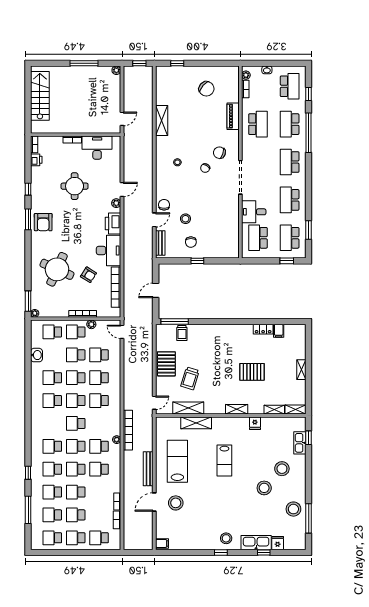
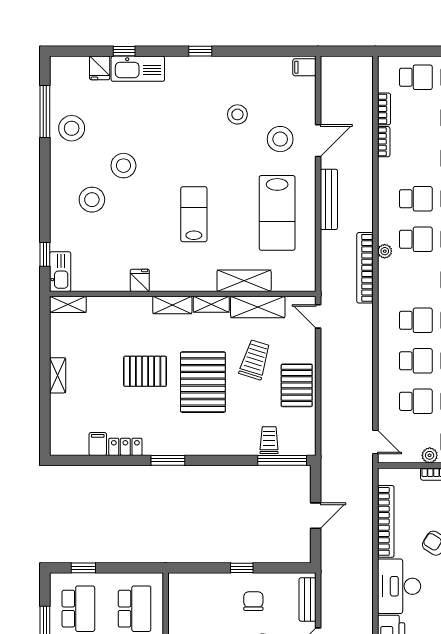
window: (239, 322) -> (168, 460), added
pallet: (219, 366) -> (203, 382), added
door: (154, 403) -> (318, 316), hinge flipped
shelving: (274, 410) -> (211, 304), moved
kitchen sink: (300, 443) -> (60, 272), moved
stool: (226, 538) -> (237, 114), moved

